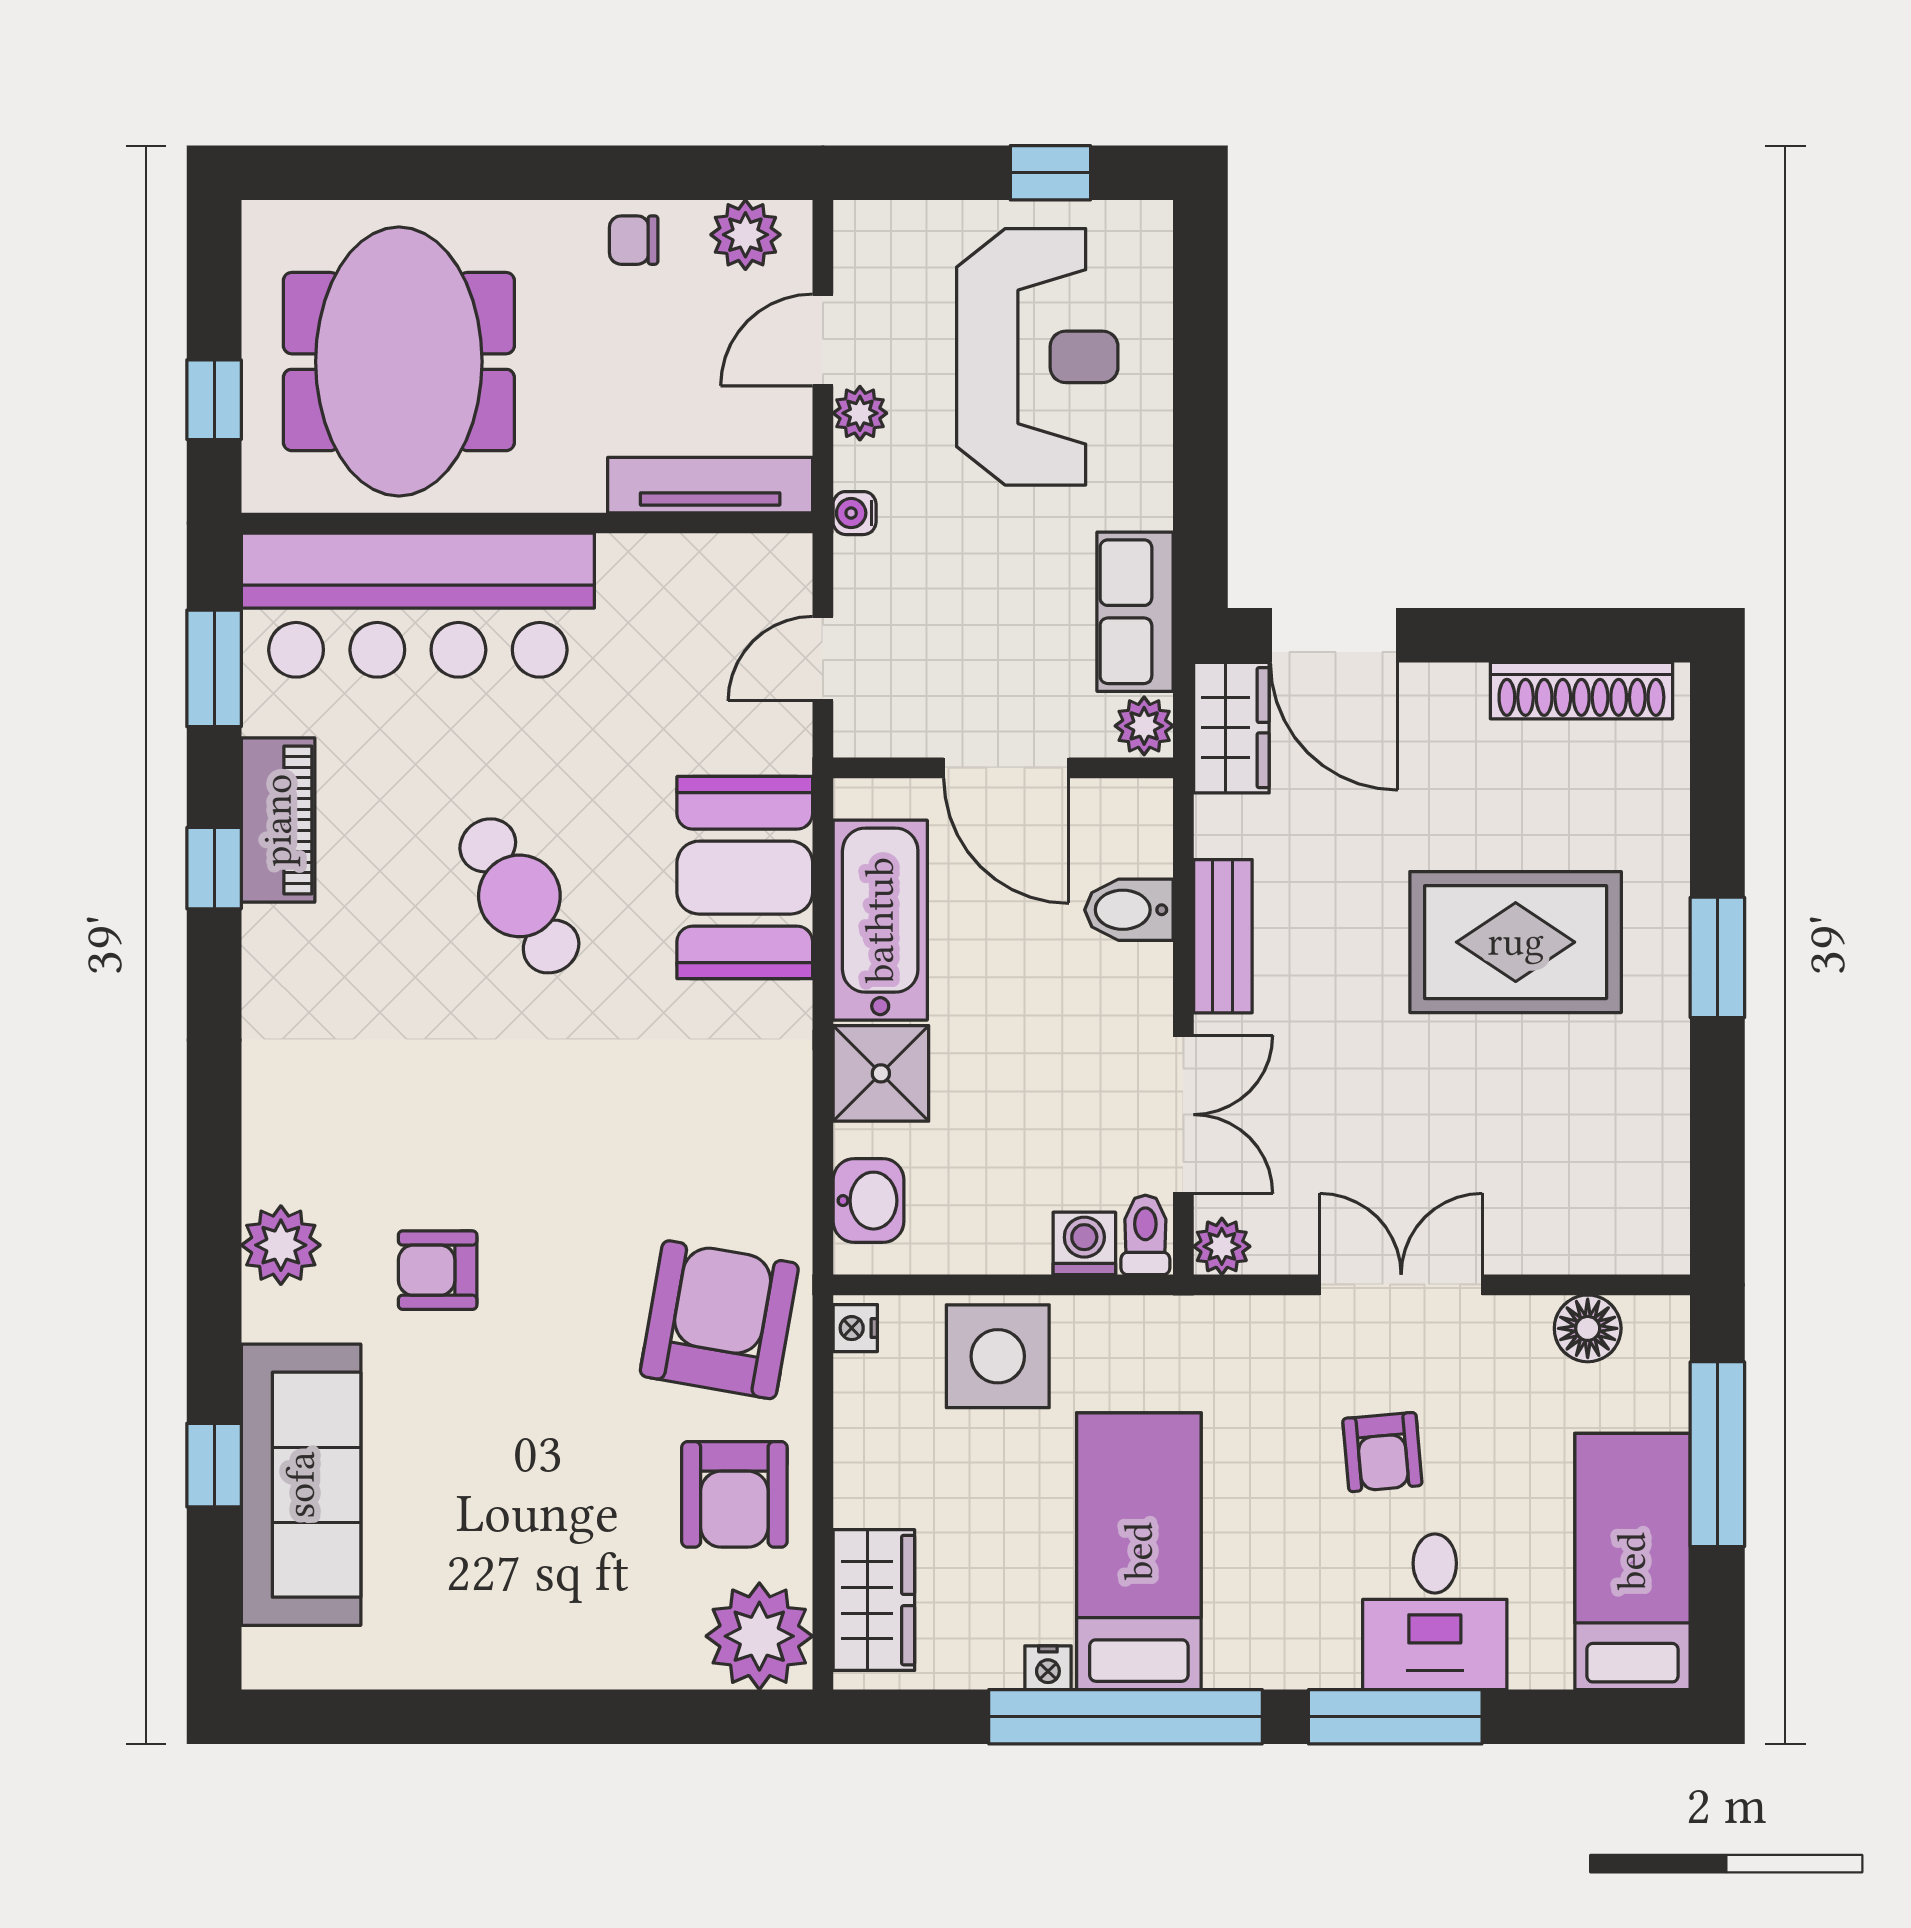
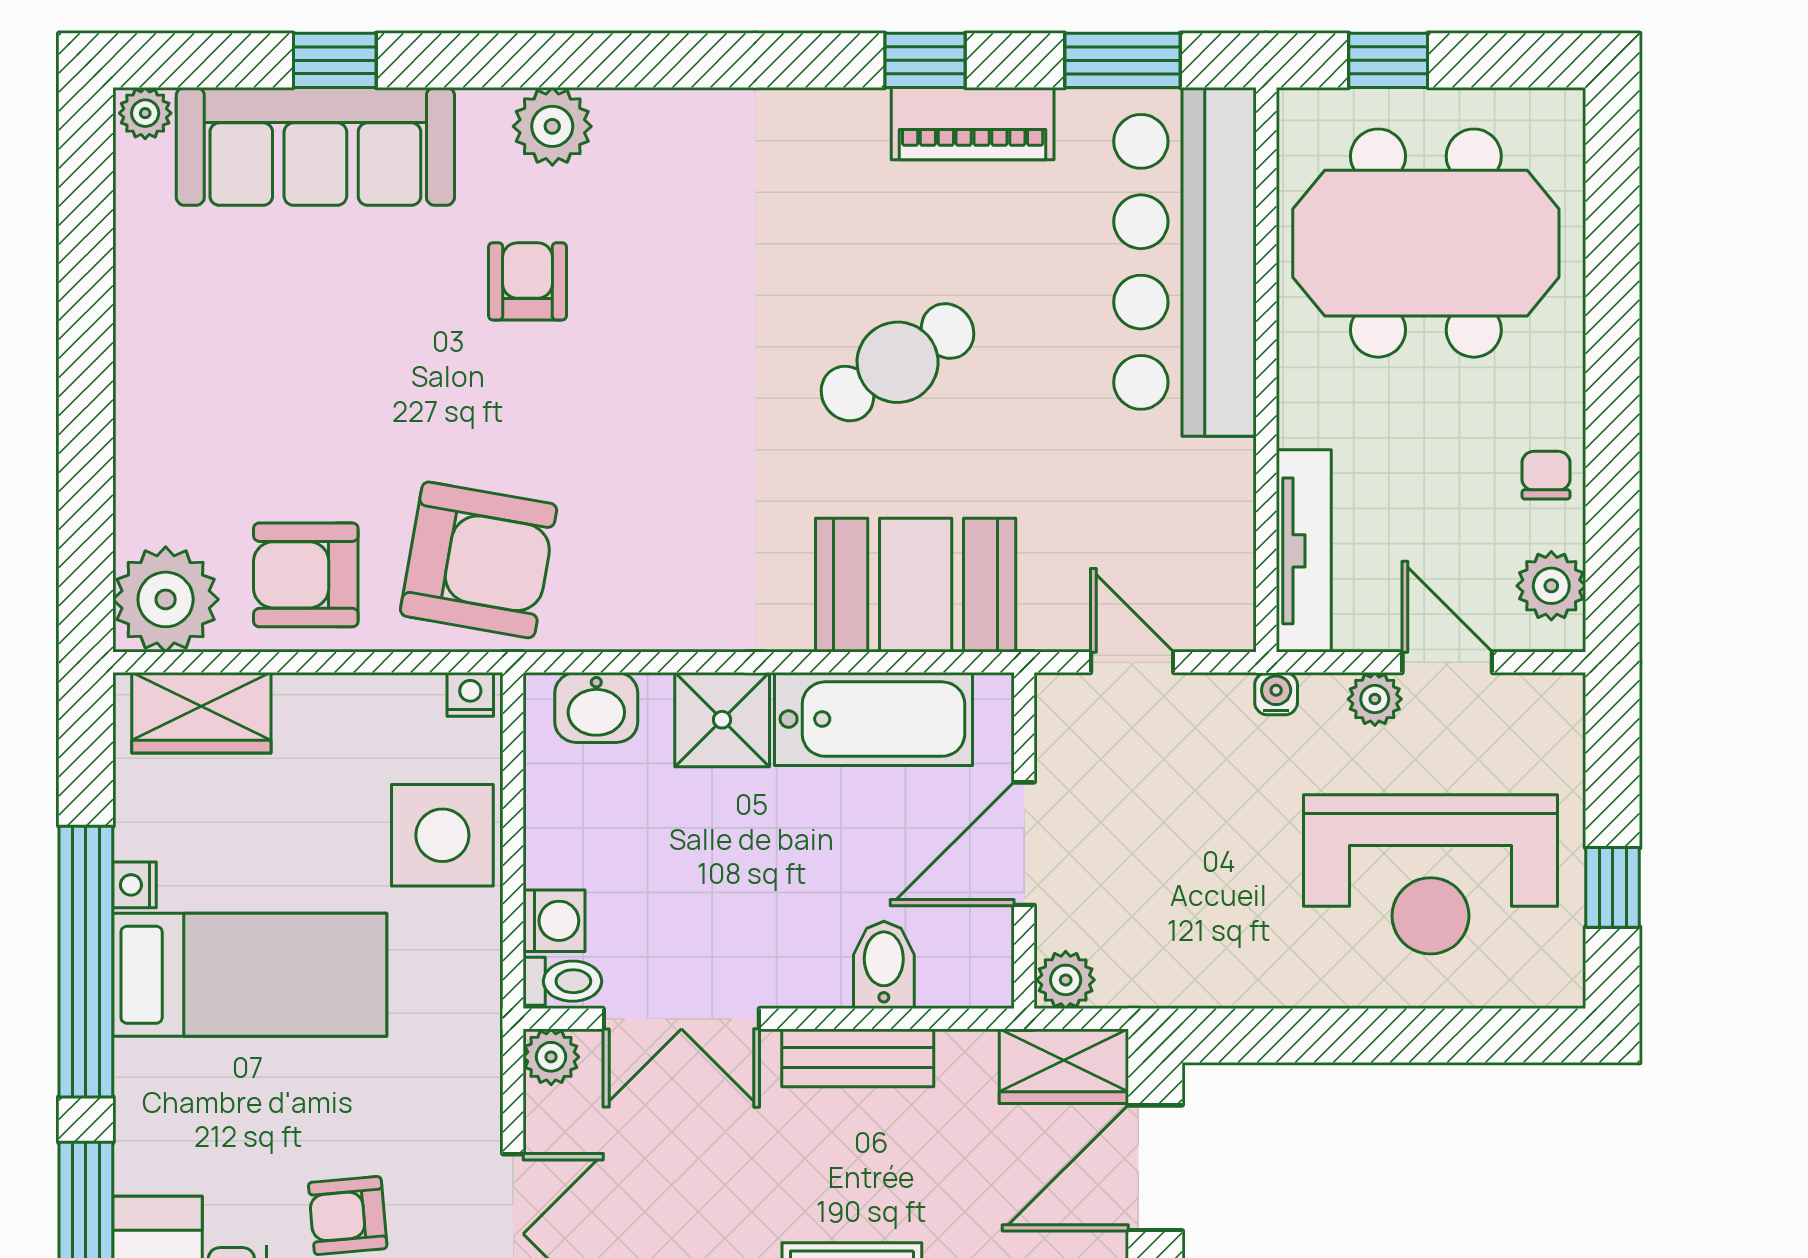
row of seats: (1135, 612) -> (1179, 971), removed
plant: (267, 1657) -> (145, 113), added

